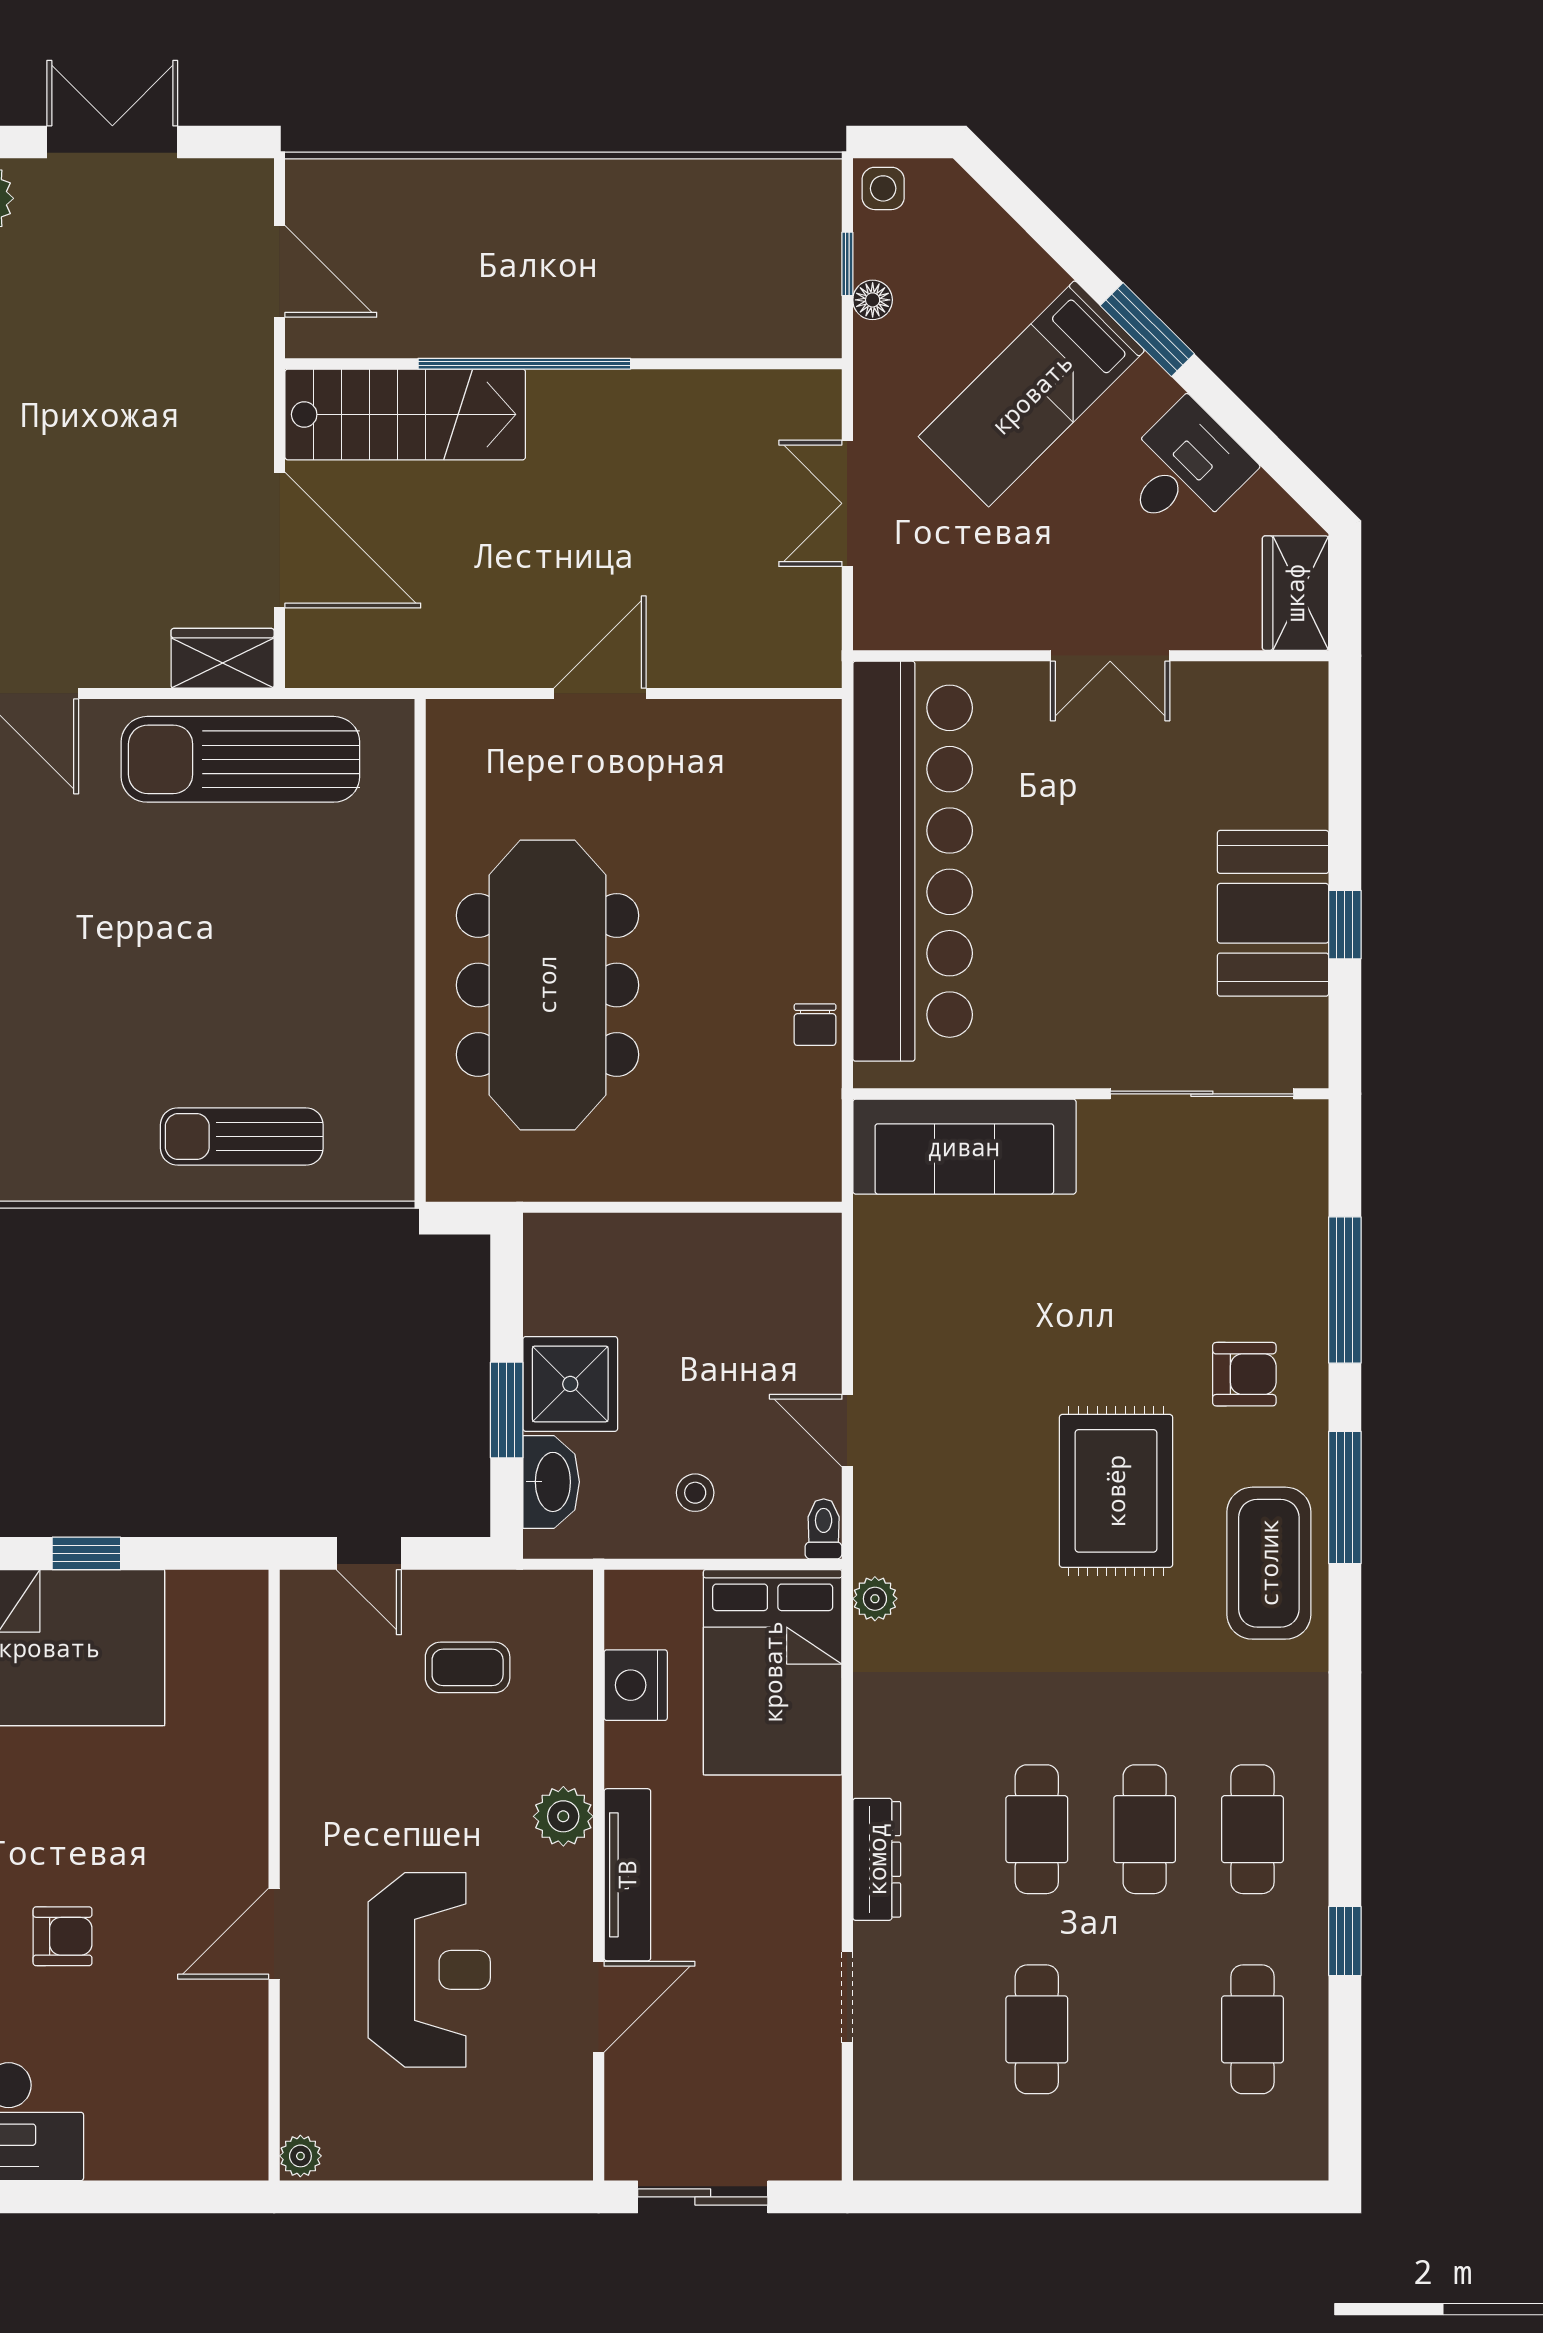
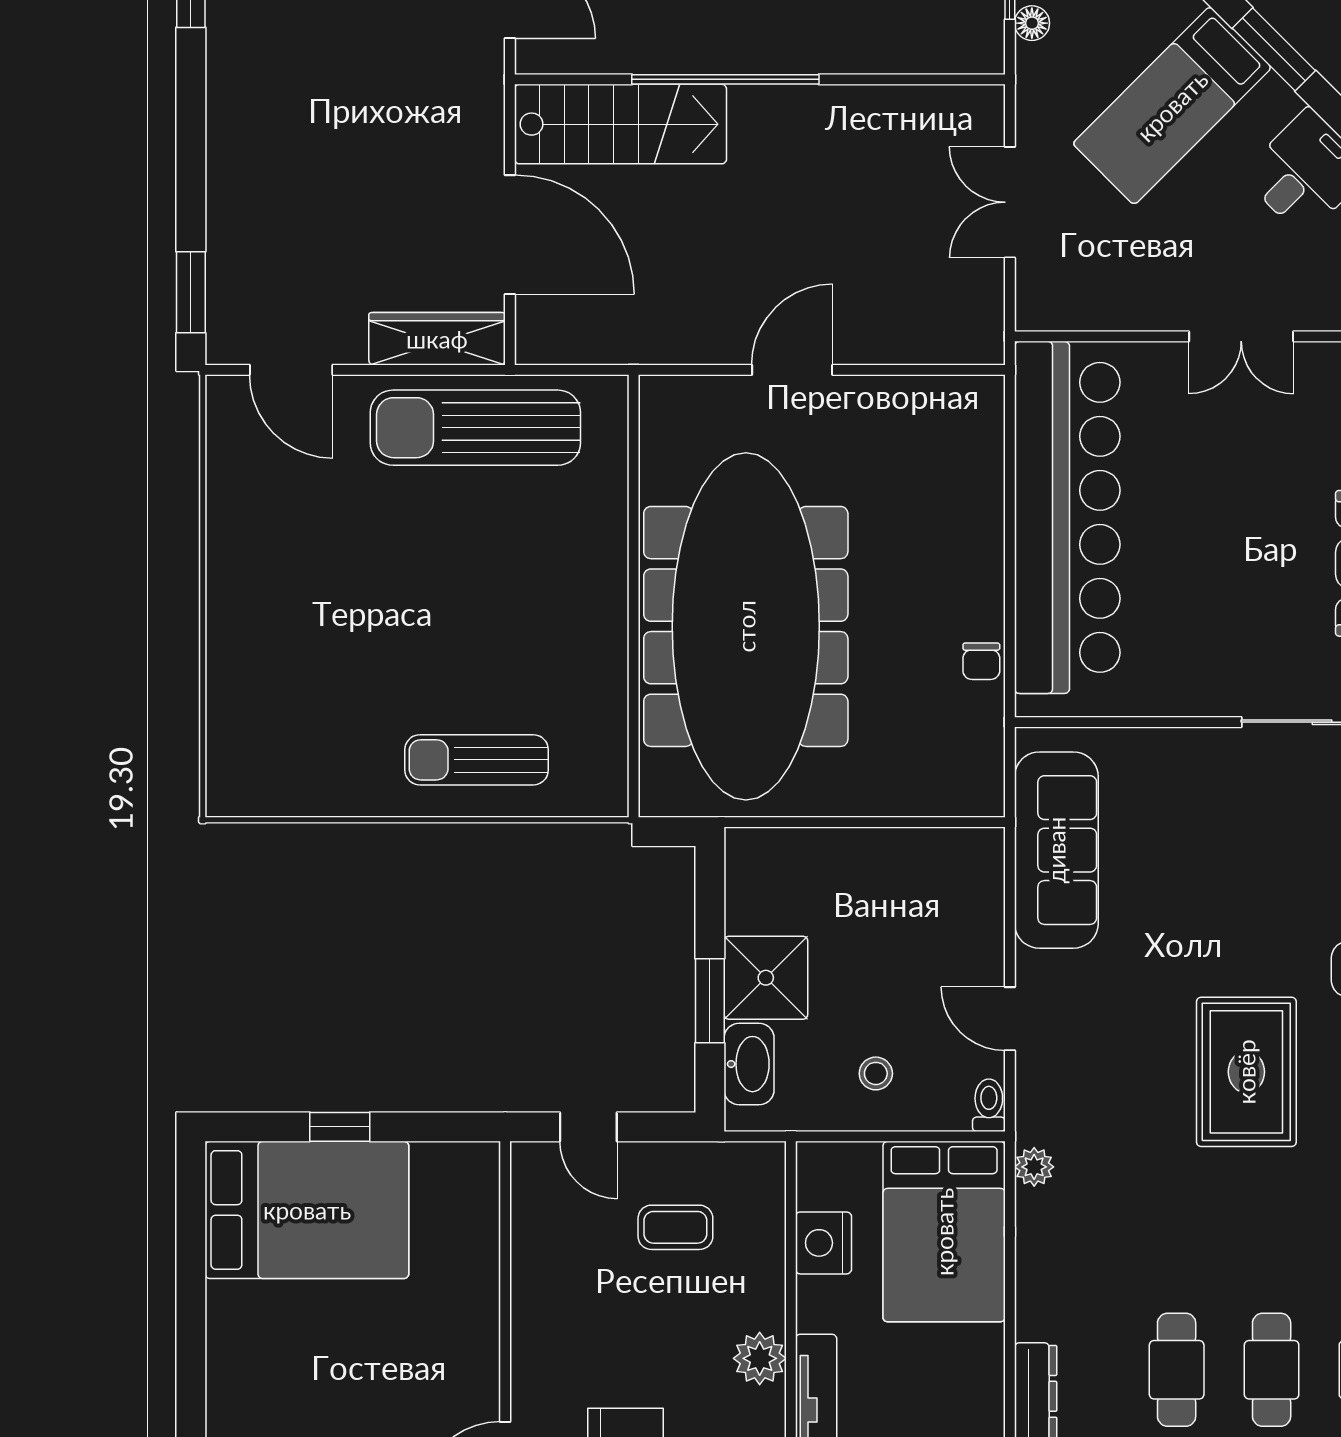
wardrobe: (223, 658) -> (437, 339), width x1.50
meeting table: (547, 985) -> (746, 626), width x1.36, depth x1.27
sofa: (964, 1147) -> (1056, 850), moved, turned -90

